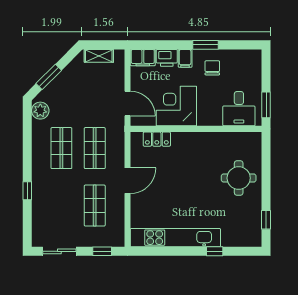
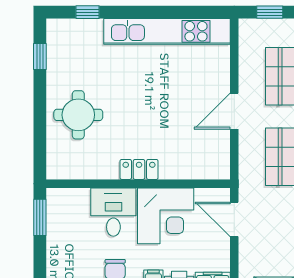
desk: (239, 109) -> (113, 212), moved
locker: (157, 139) -> (139, 169), moved
window: (215, 251) -> (87, 12), moved

